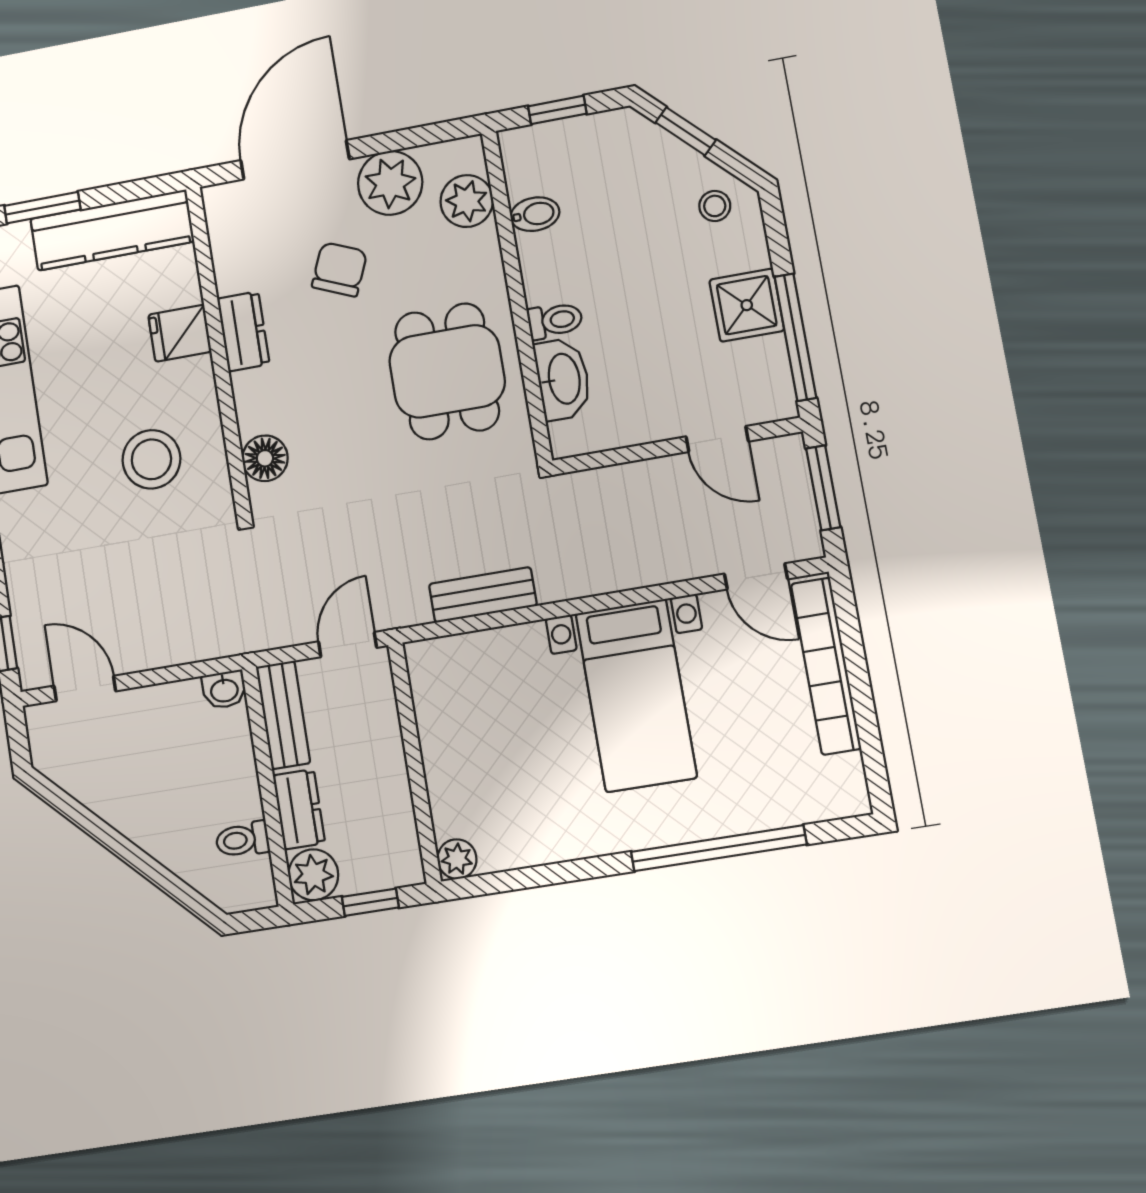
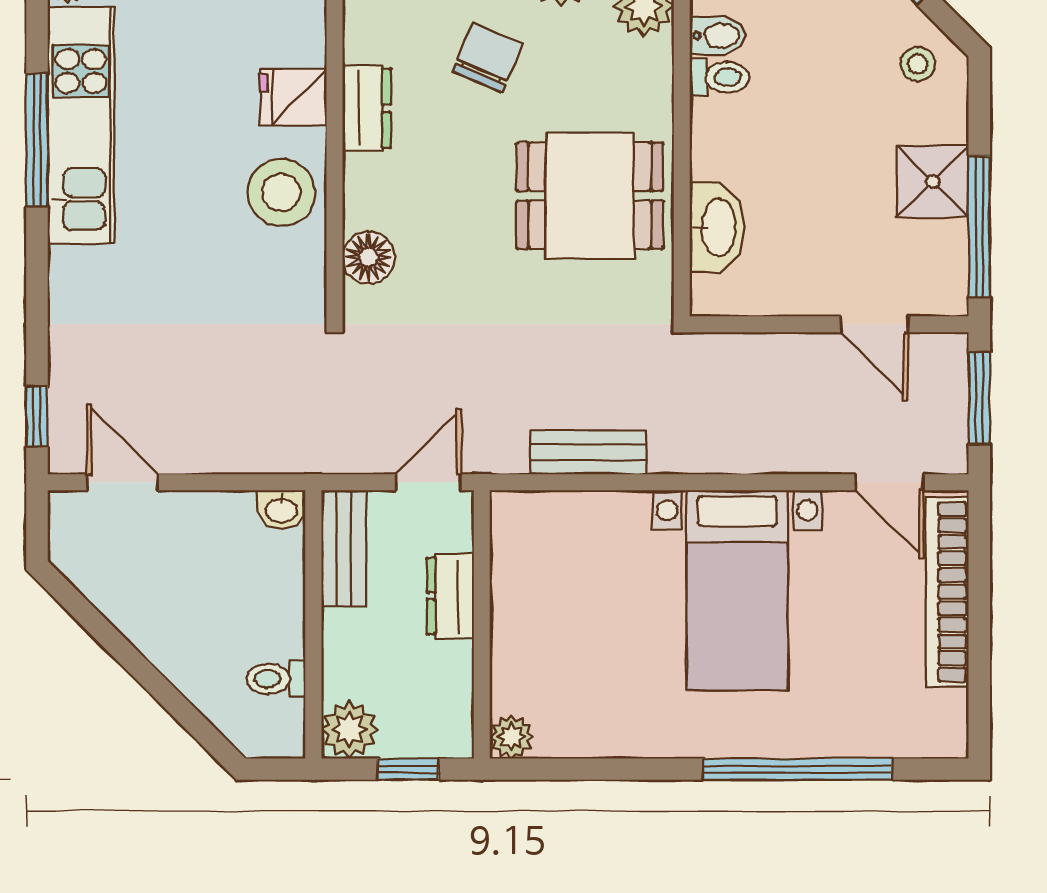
toilet: (555, 320) -> (720, 77), moved
dining table: (447, 371) -> (590, 196), turned 90
stool: (151, 459) -> (281, 192), moved
dresser: (299, 809) -> (450, 596), moved, turned 180

